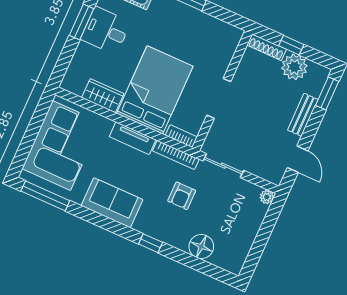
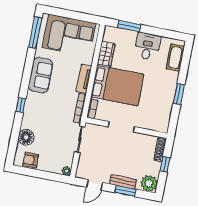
window: (82, 22) -> (129, 26), moved
plant: (294, 67) -> (149, 183), moved
window: (327, 93) -> (125, 191), moved
armchair: (182, 196) -> (31, 160), moved

